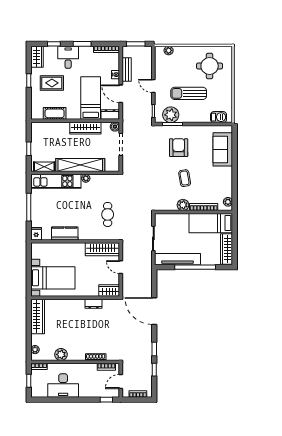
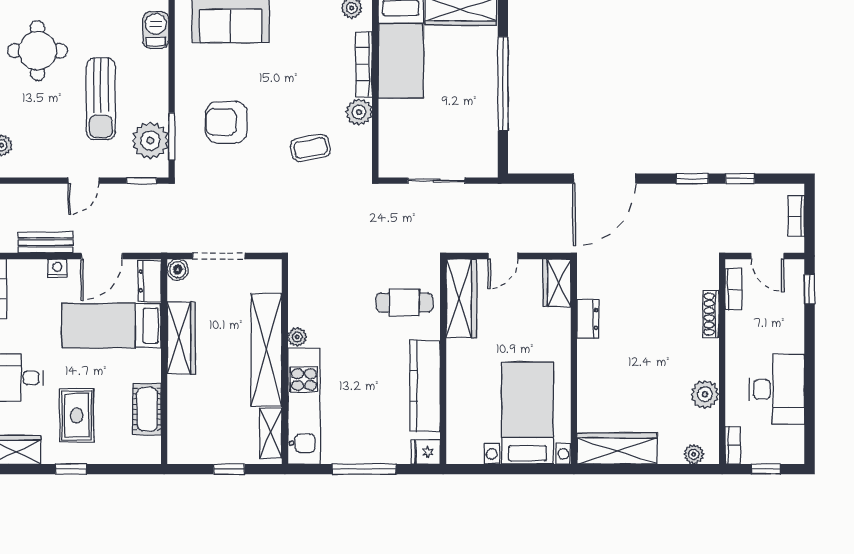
coffee table: (185, 178) -> (311, 148), moved
cafe table: (108, 214) -> (404, 303), moved
kitchen counter: (65, 233) -> (425, 386), width x1.50
tv unit: (178, 259) -> (484, 125), removed

